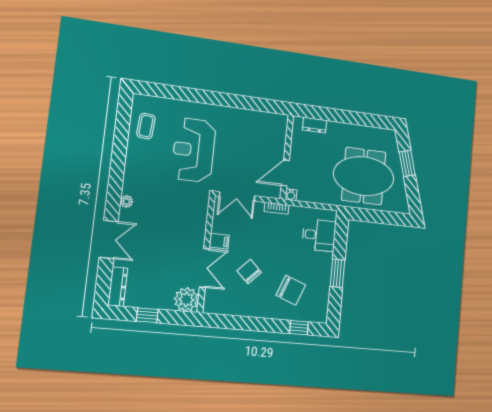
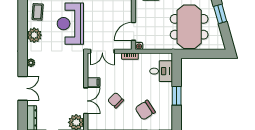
plant: (137, 160) -> (34, 35), added
meeting table: (364, 176) -> (189, 27), turned 90
chair: (291, 290) -> (145, 110), turned 126

